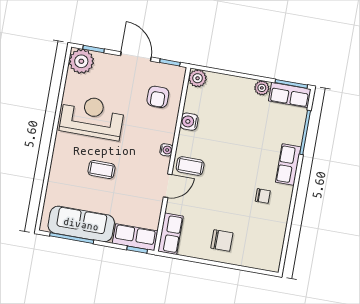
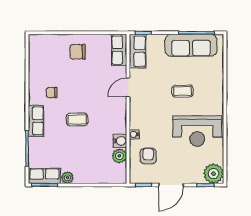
door: (136, 56) -> (171, 185), hinge flipped
plant: (198, 78) -> (119, 156), moved
water cooler: (166, 150) -> (134, 134), moved
coffee table: (190, 166) -> (77, 119), moved
row of seats: (135, 237) -> (138, 51), moved, turned -90

